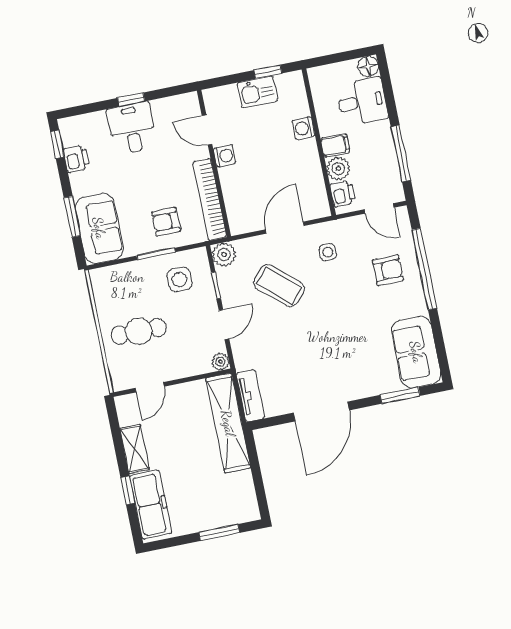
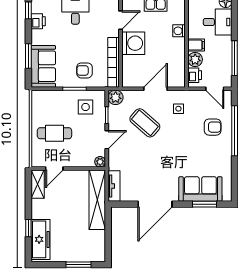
door: (207, 130) -> (121, 20), swing flipped
washing machine: (225, 156) -> (133, 43), width x1.89, depth x1.89
sofa: (416, 352) -> (200, 189), moved, turned 90
shelving: (135, 449) -> (38, 184), moved

